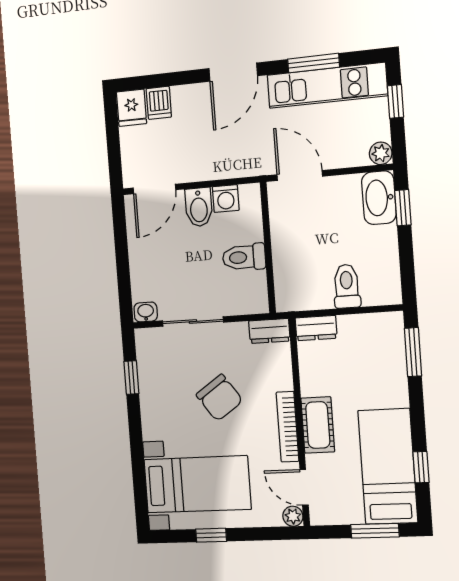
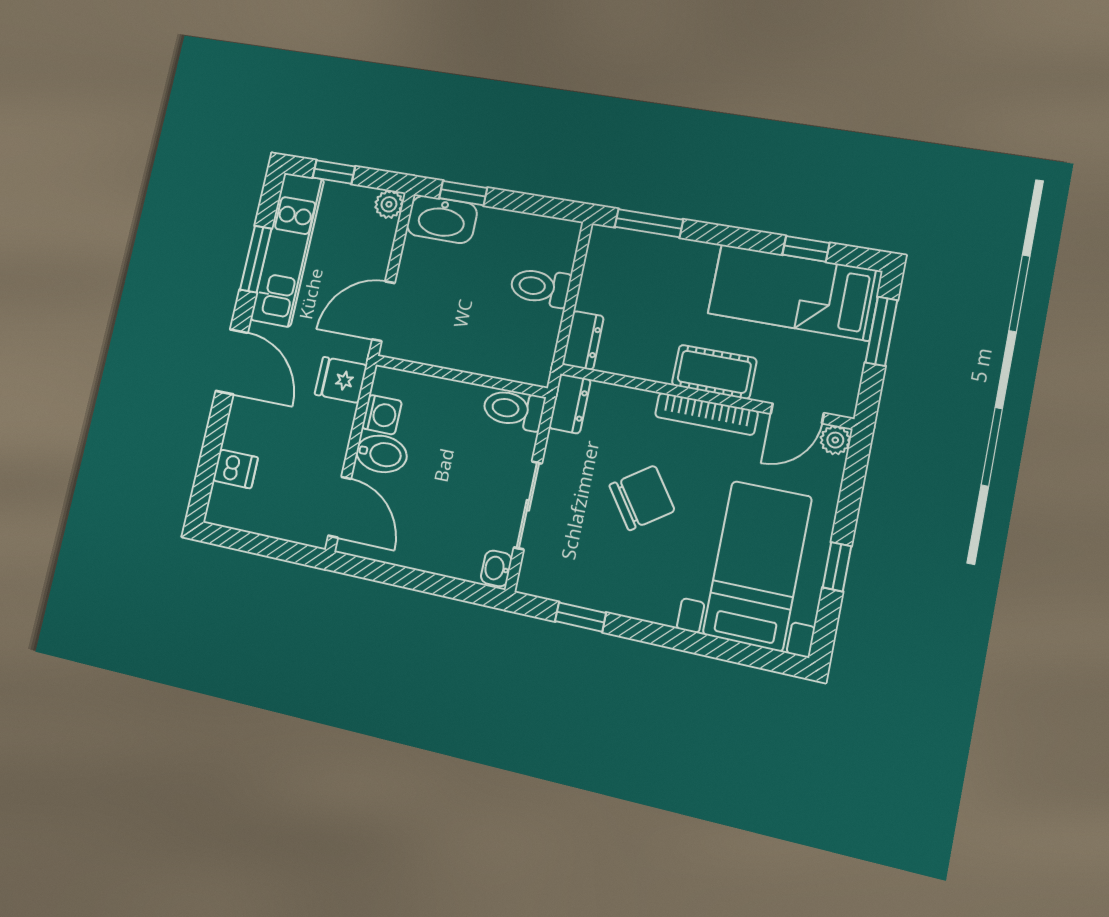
fridge: (132, 108) -> (341, 380), moved, turned 180
toilet: (244, 257) -> (514, 409), moved, turned 90

